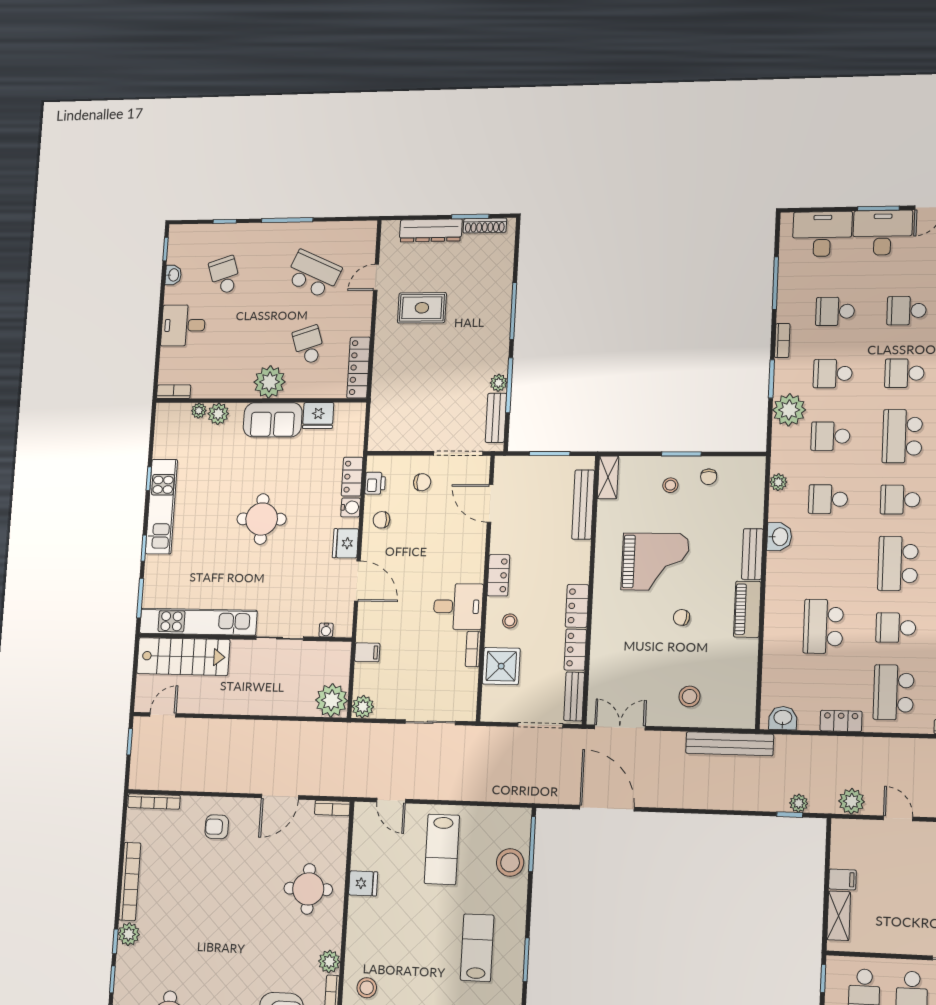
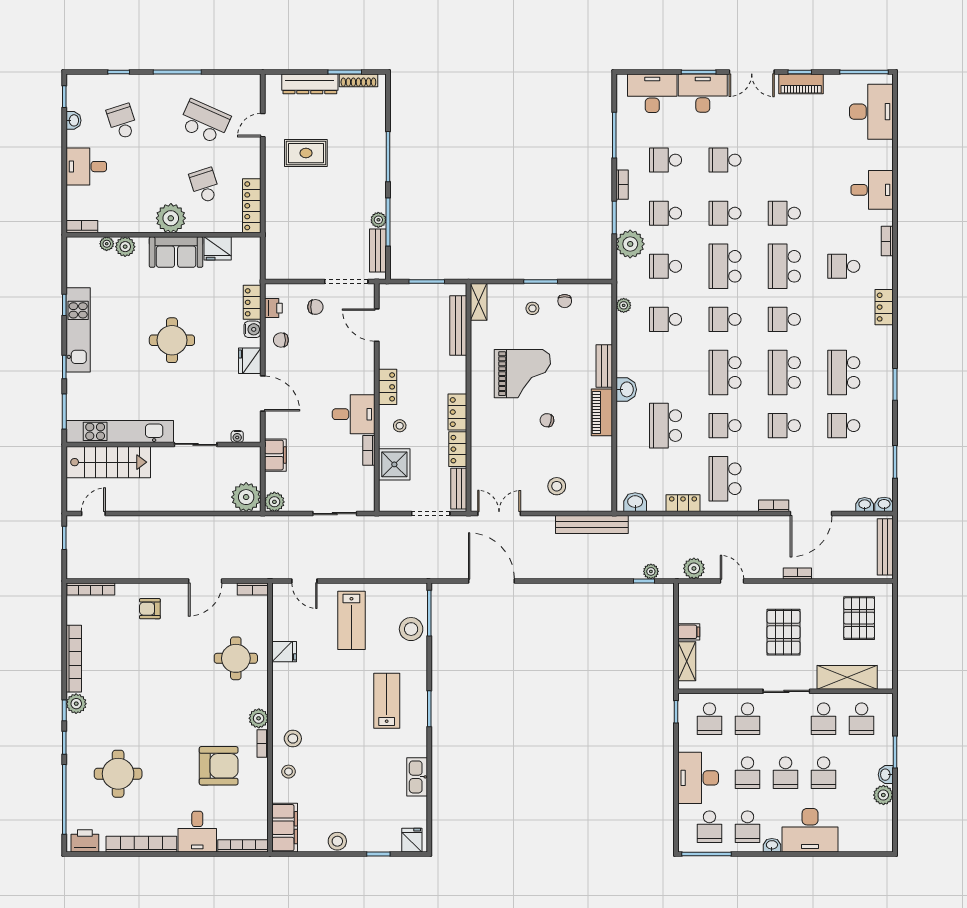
washbasin: (779, 537) -> (626, 389), moved
filing cabinet: (367, 652) -> (275, 455), width x2.00

